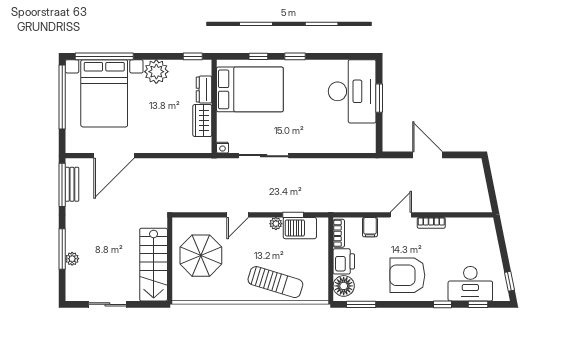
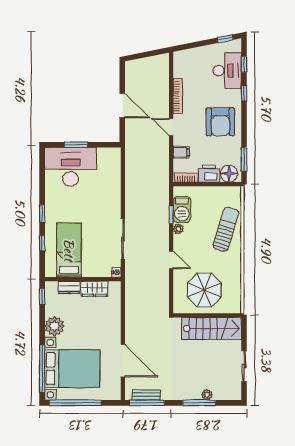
bed: (250, 89) -> (69, 250), width x0.67
door: (427, 155) -> (122, 105), swing flipped
bookcase: (431, 223) -> (178, 96), width x1.56

